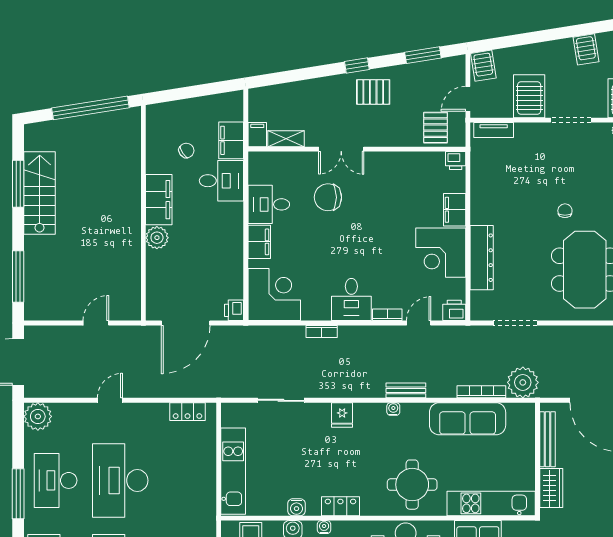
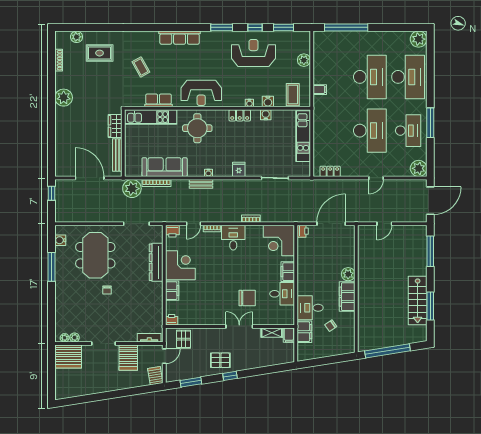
server rack: (586, 49) -> (95, 385), removed

